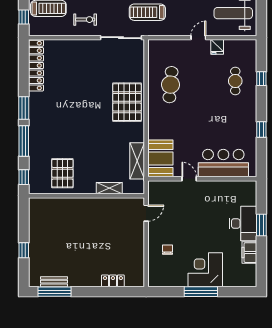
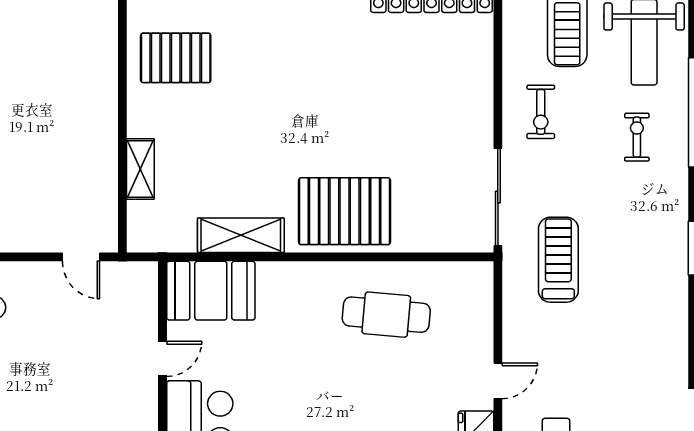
door: (198, 38) -> (498, 381), hinge flipped
shelving: (137, 161) -> (241, 235), moved

